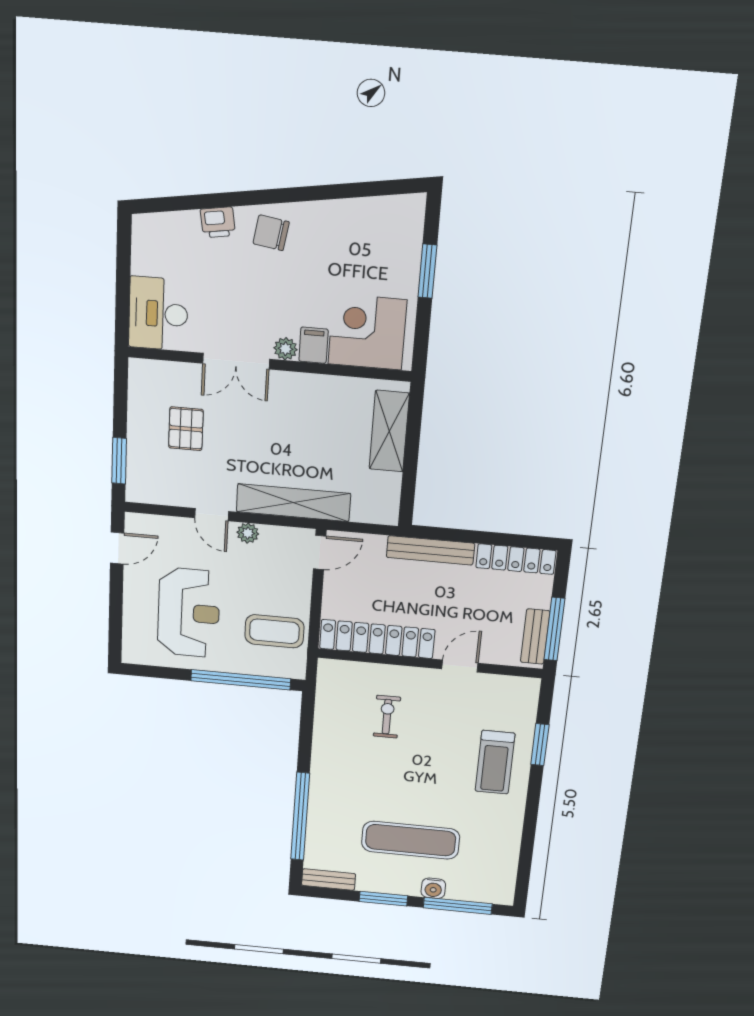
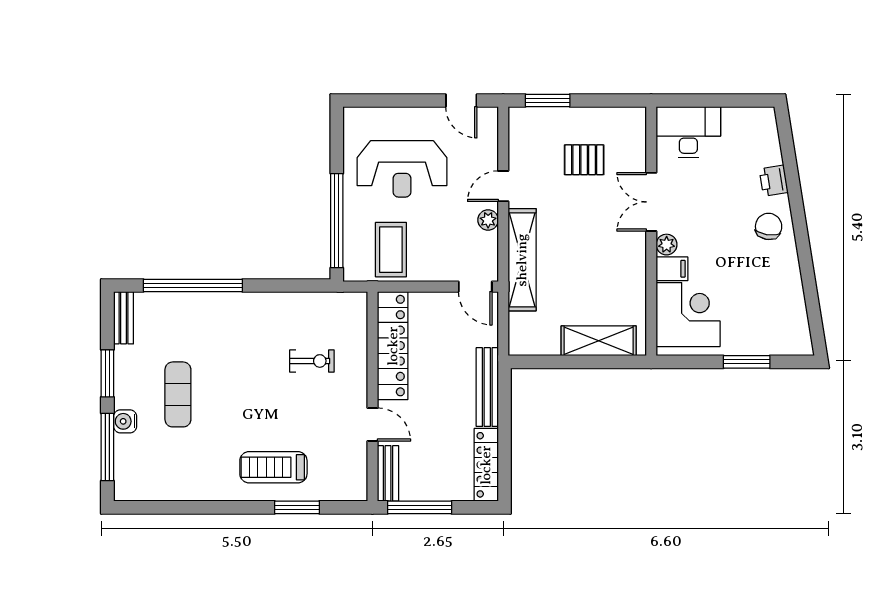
bench: (535, 637) -> (388, 473), moved, turned 90
exercise mat: (411, 840) -> (178, 394), width x0.73, depth x0.69

